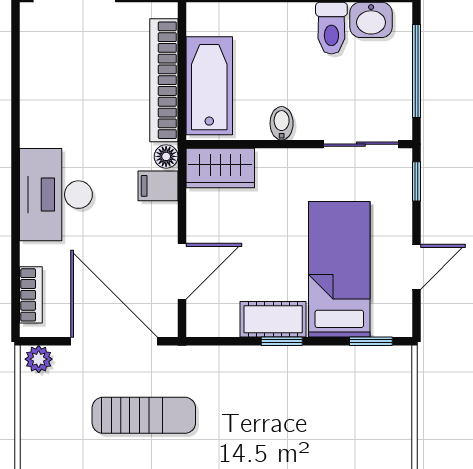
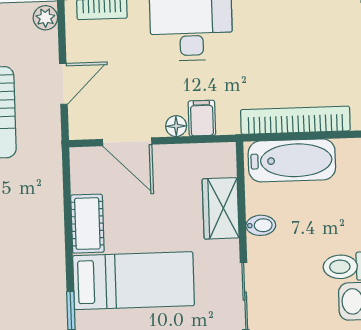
floor lamp: (166, 156) -> (176, 126), moved
wardrobe: (220, 168) -> (221, 208), moved
door: (114, 341) -> (63, 84), width x0.53
window: (282, 341) -> (68, 232), removed

